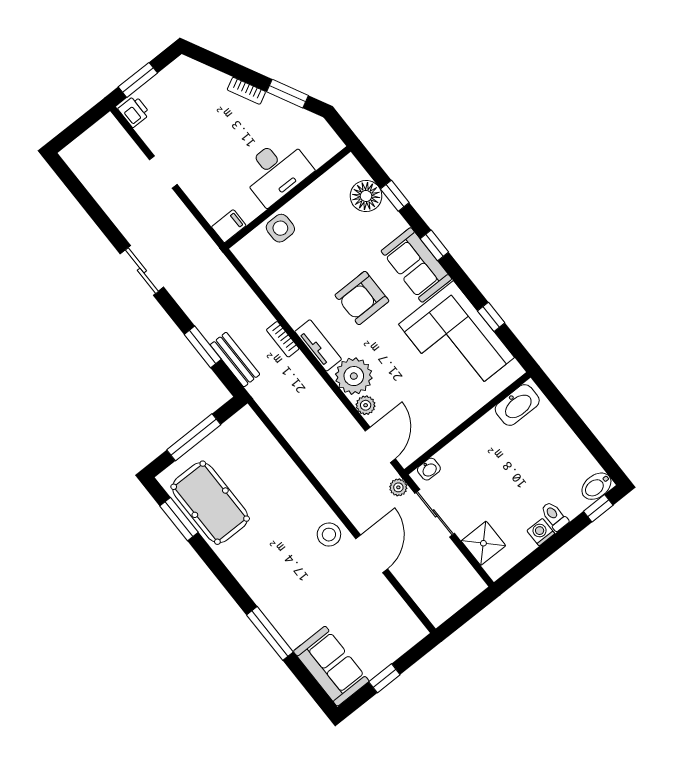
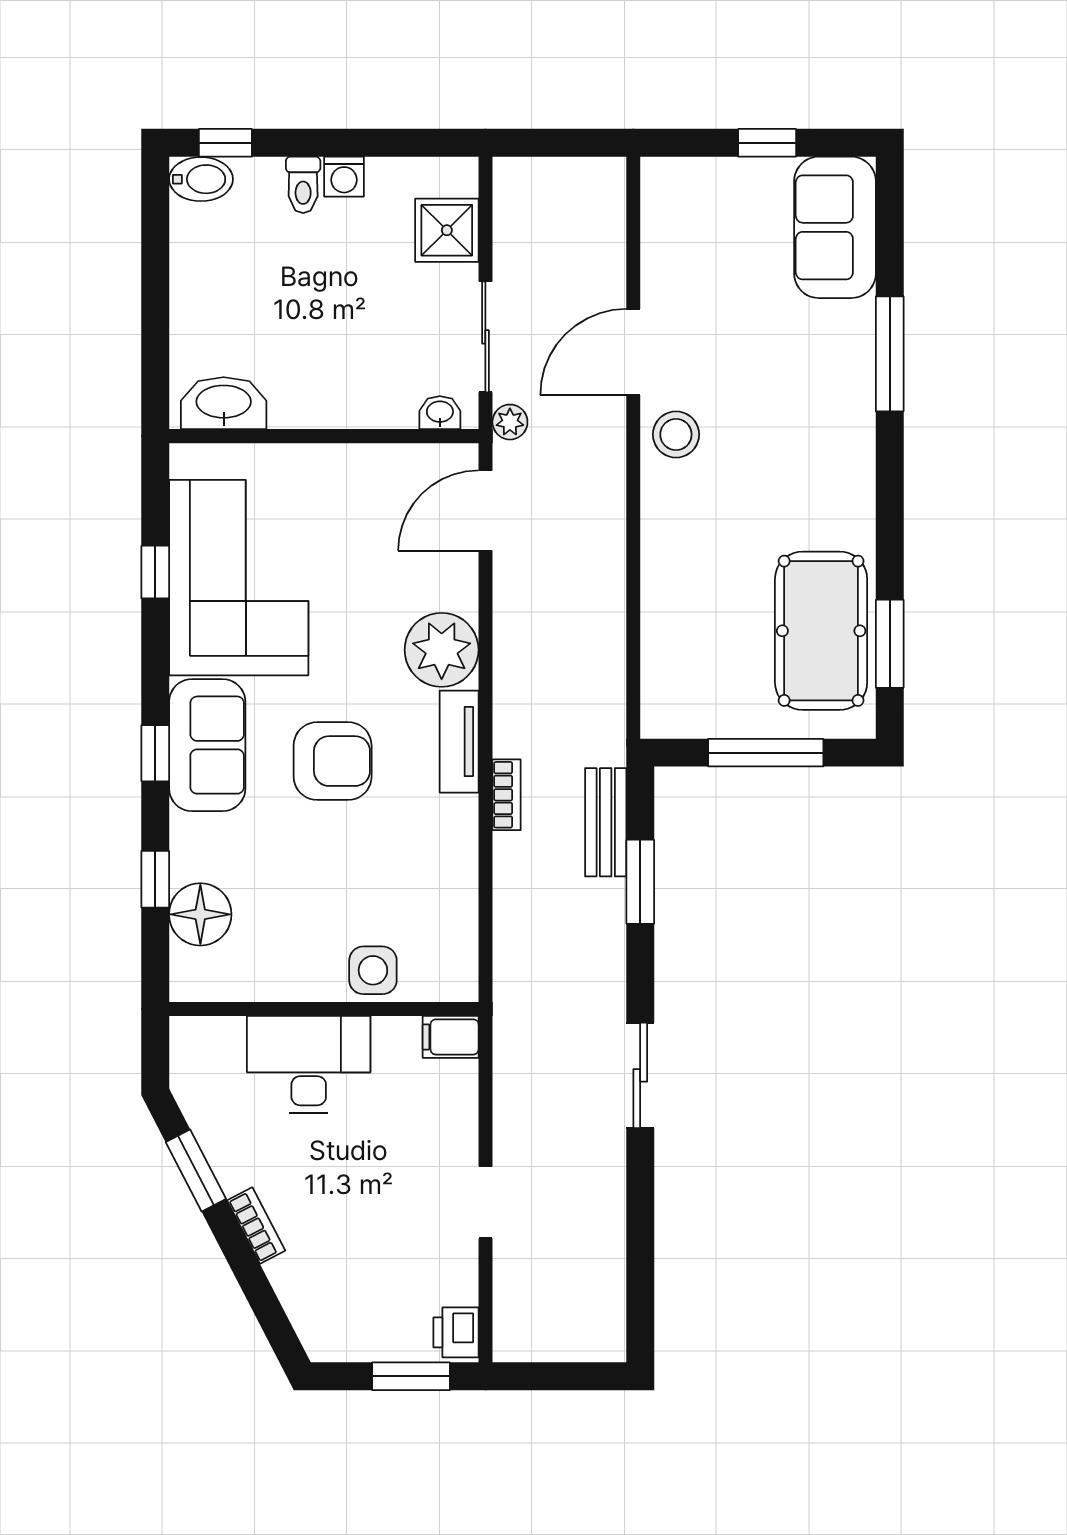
plant: (366, 405) -> (459, 590), removed

